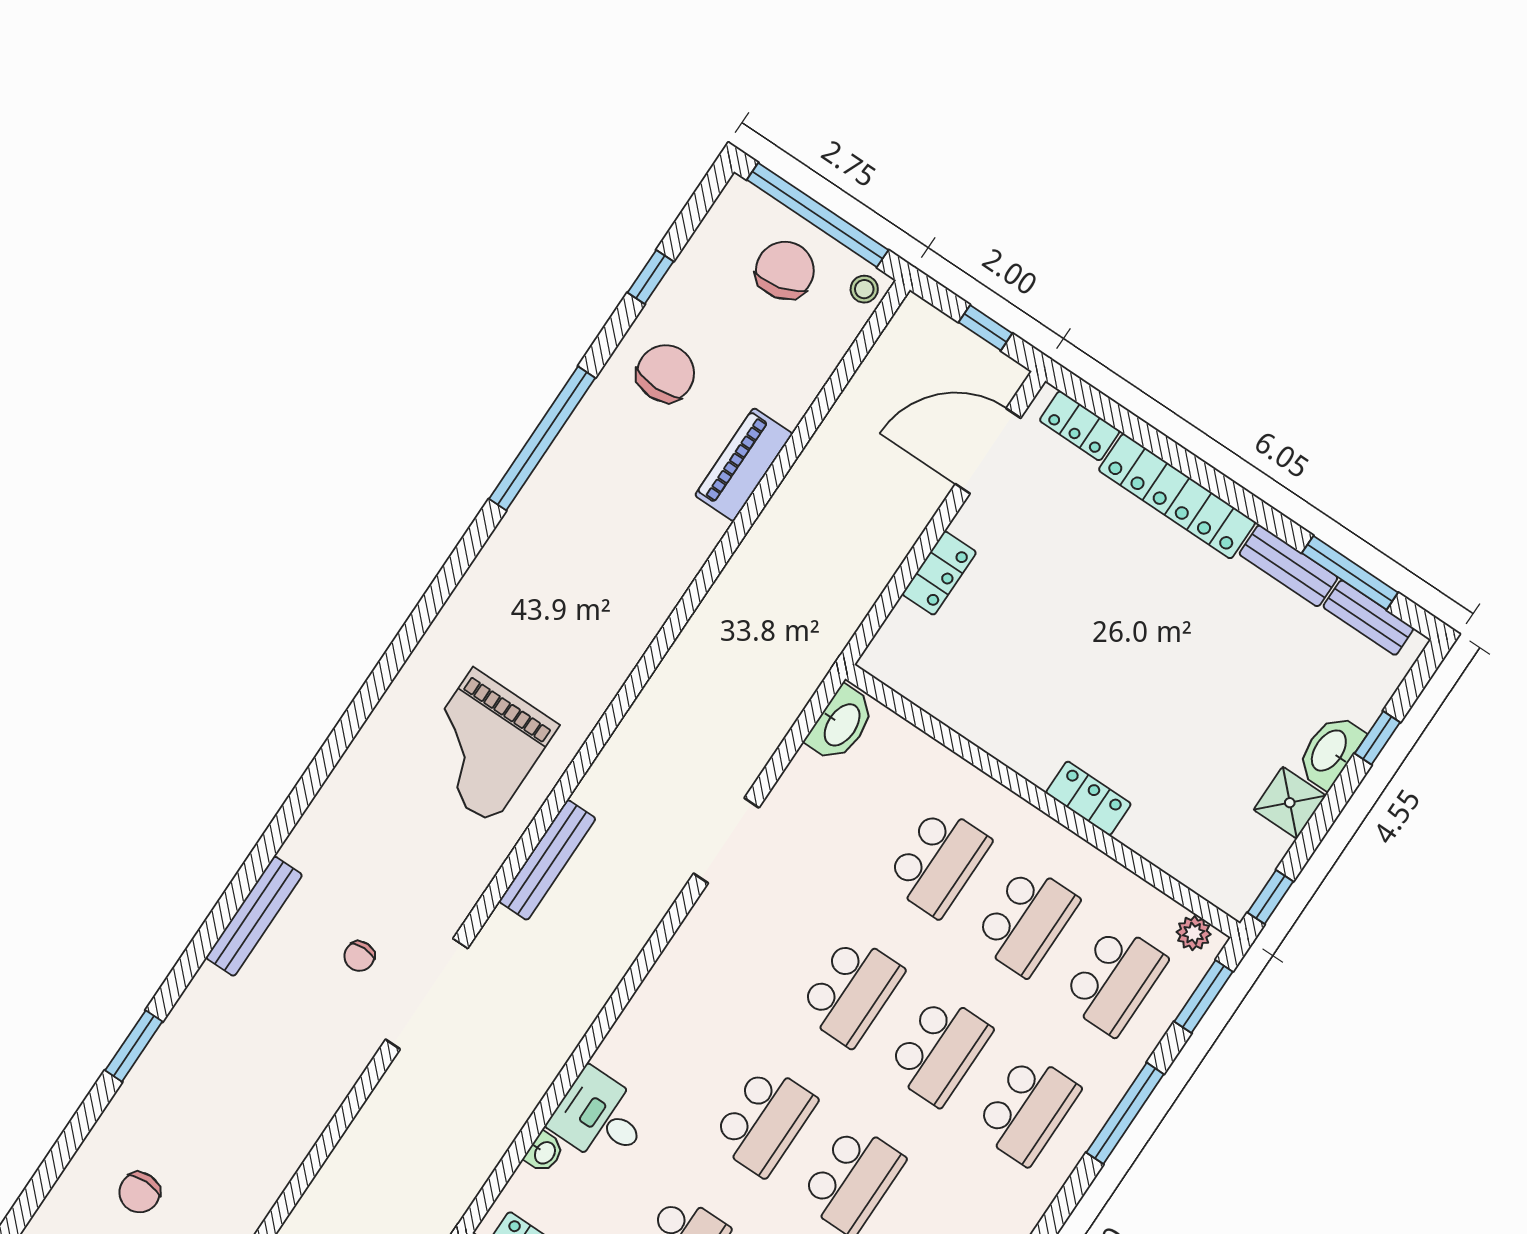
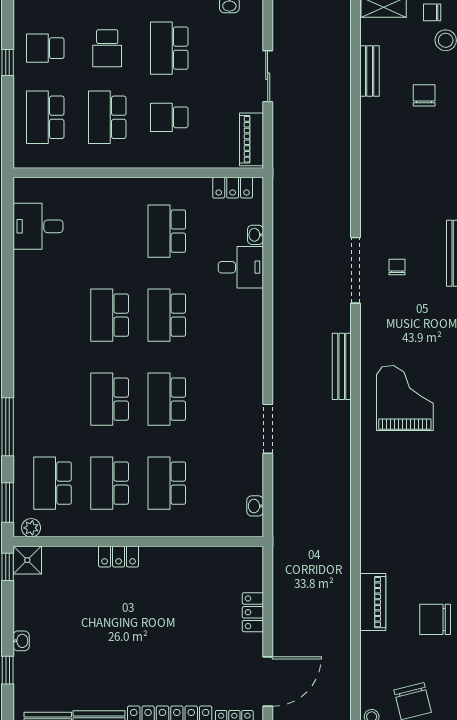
chair: (666, 373) -> (435, 619), turned 90
washbasin: (841, 724) -> (255, 506), width x0.52, depth x0.69
washbasin: (1330, 751) -> (21, 641), width x0.52, depth x0.69
shower: (1290, 803) -> (27, 560), moved
school desk: (1027, 1109) -> (53, 399), removed

